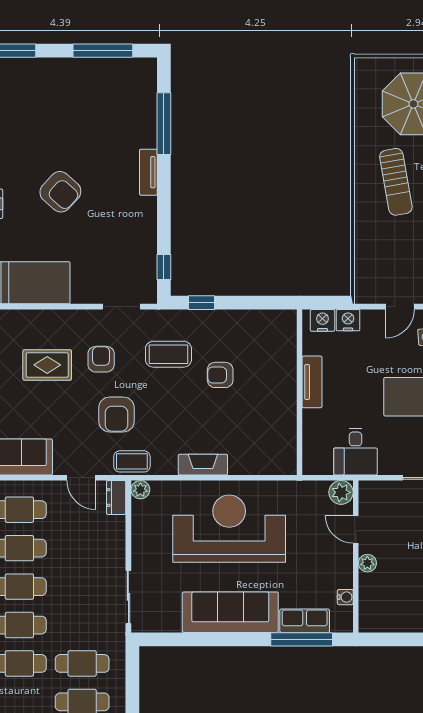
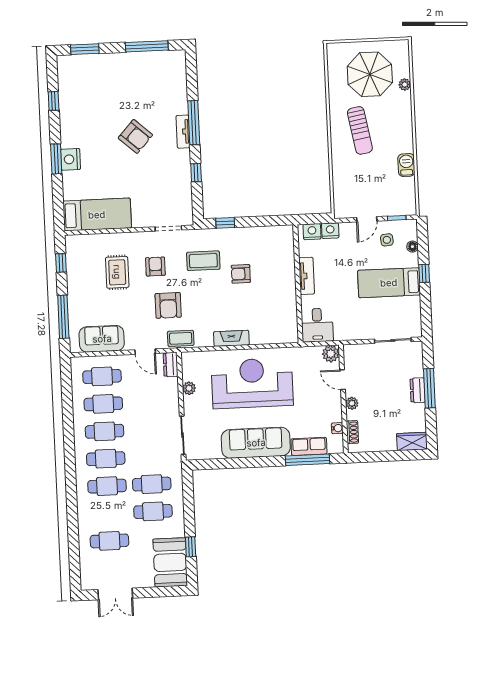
window: (164, 124) -> (194, 123), moved
armchair: (60, 192) -> (135, 136), moved
window: (164, 267) -> (196, 173), moved
rug: (47, 365) -> (117, 272), turned 90
desk: (355, 452) -> (317, 325), moved
plant: (140, 490) -> (189, 388), moved
shoe rack: (366, 604) -> (352, 432), added

